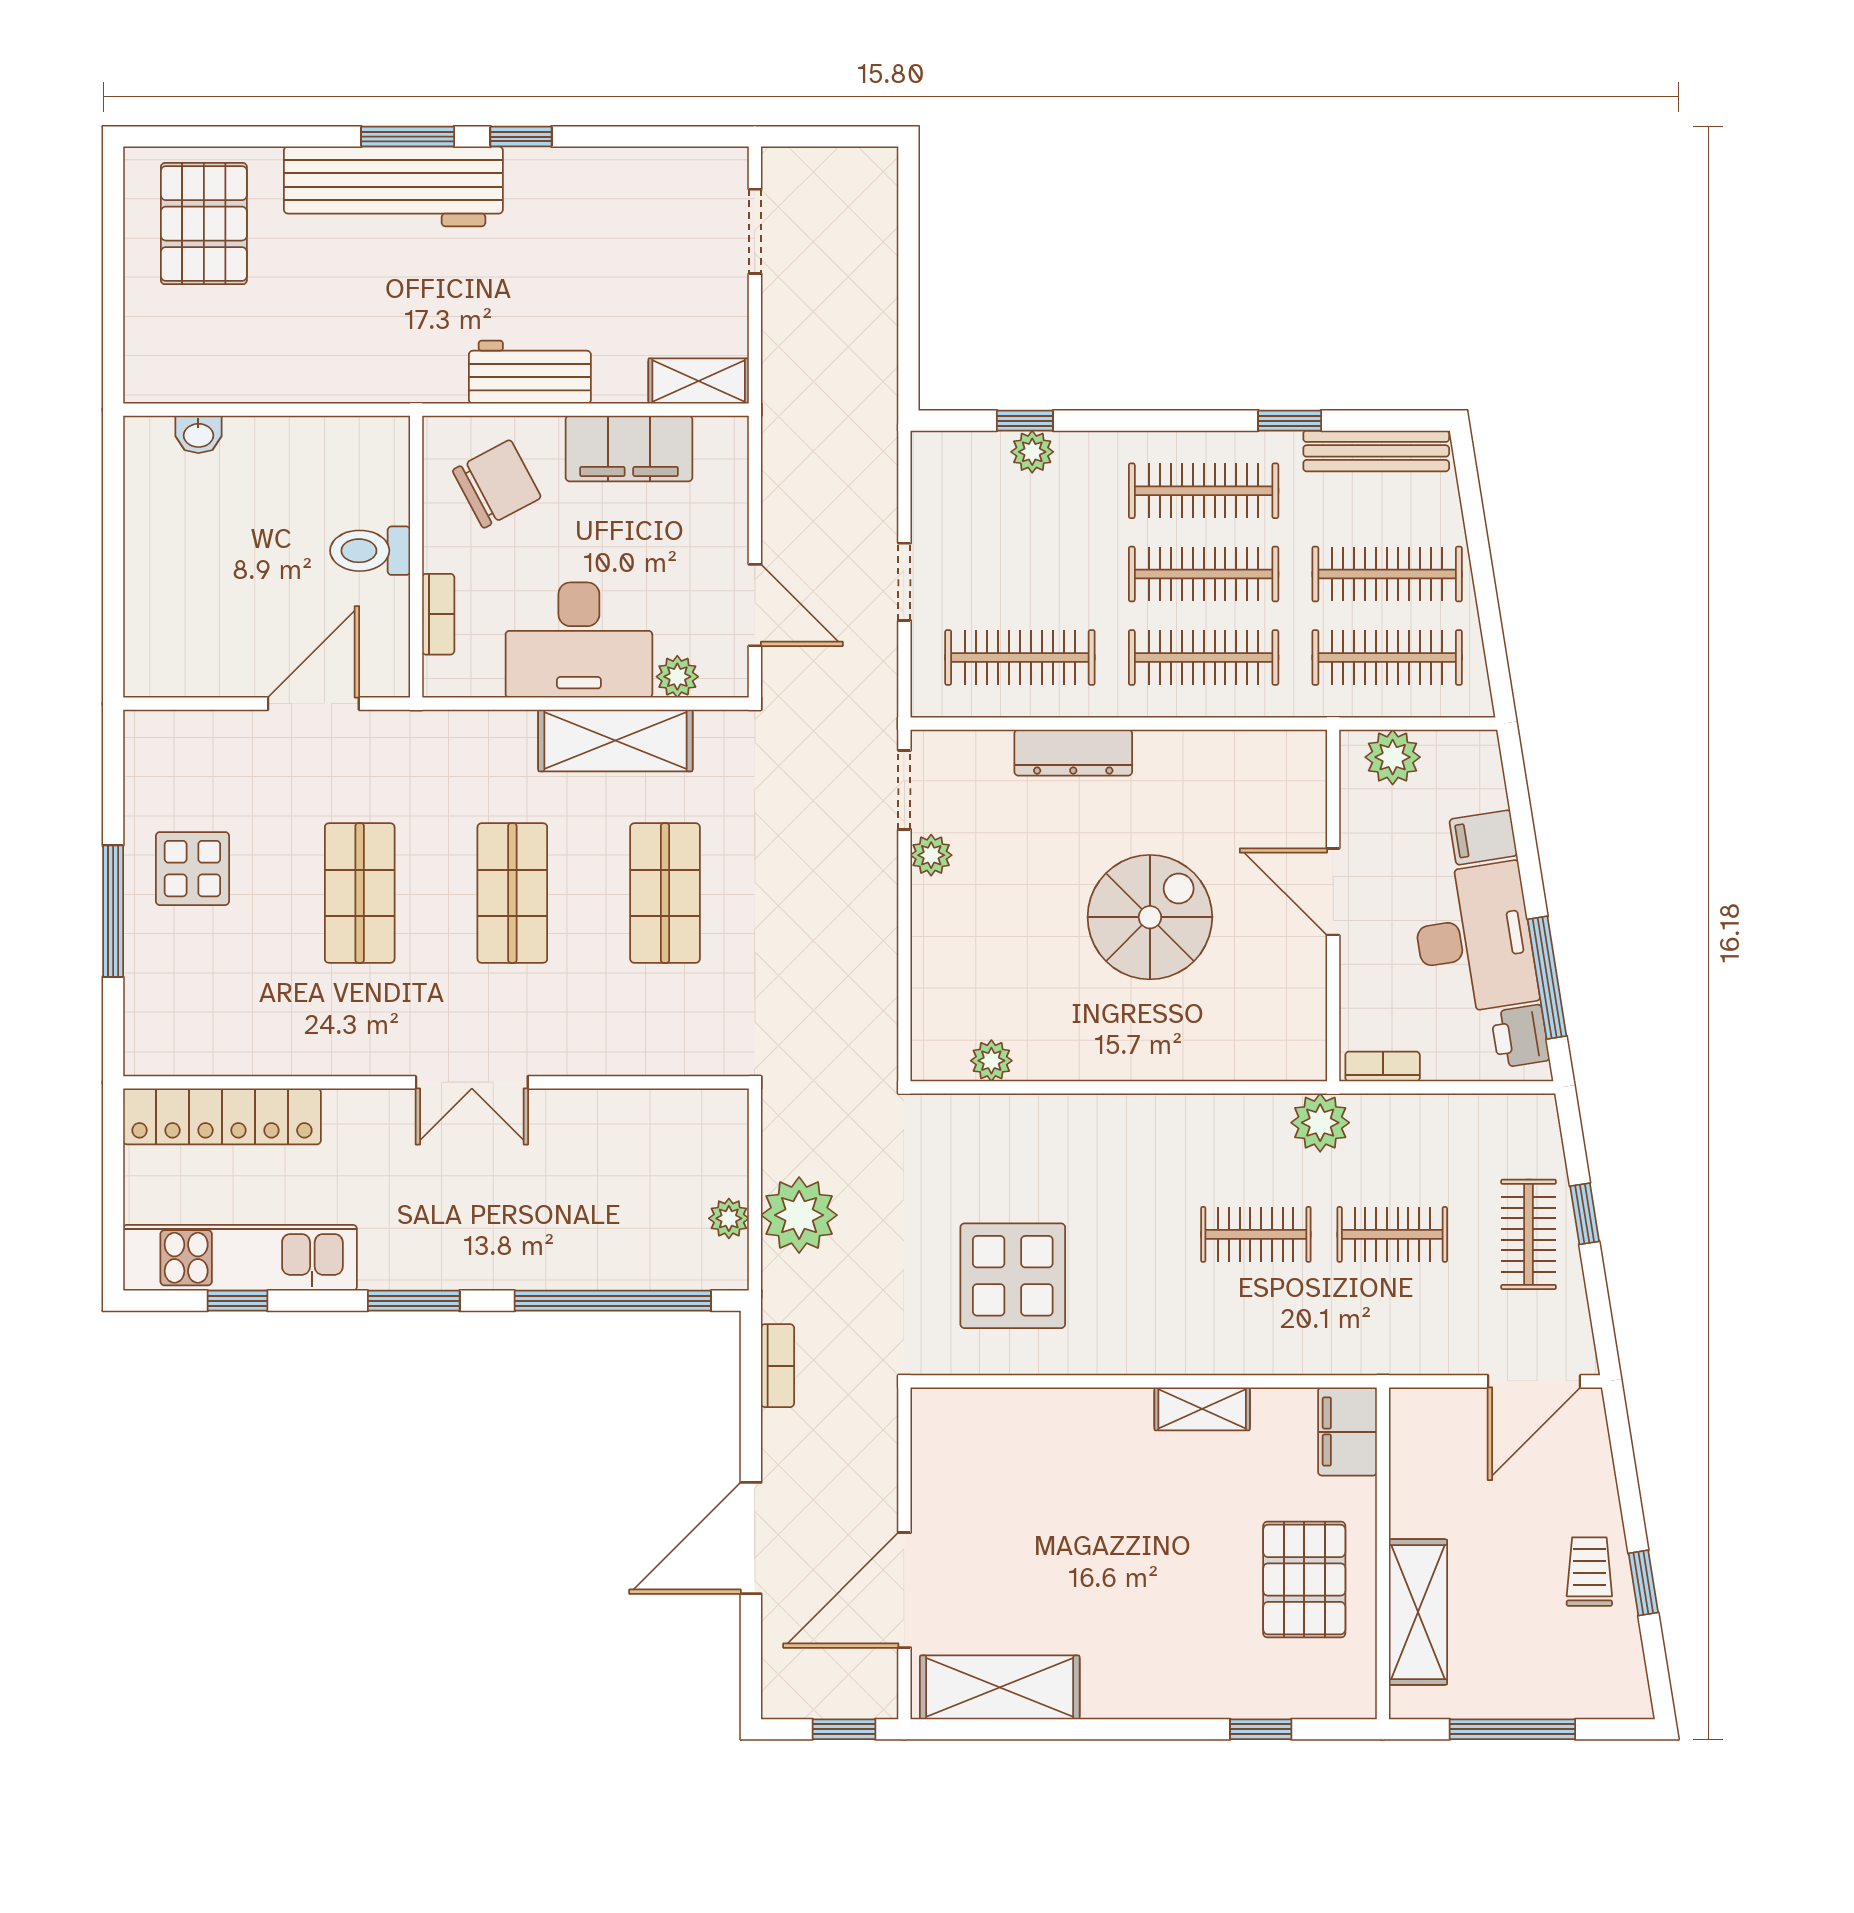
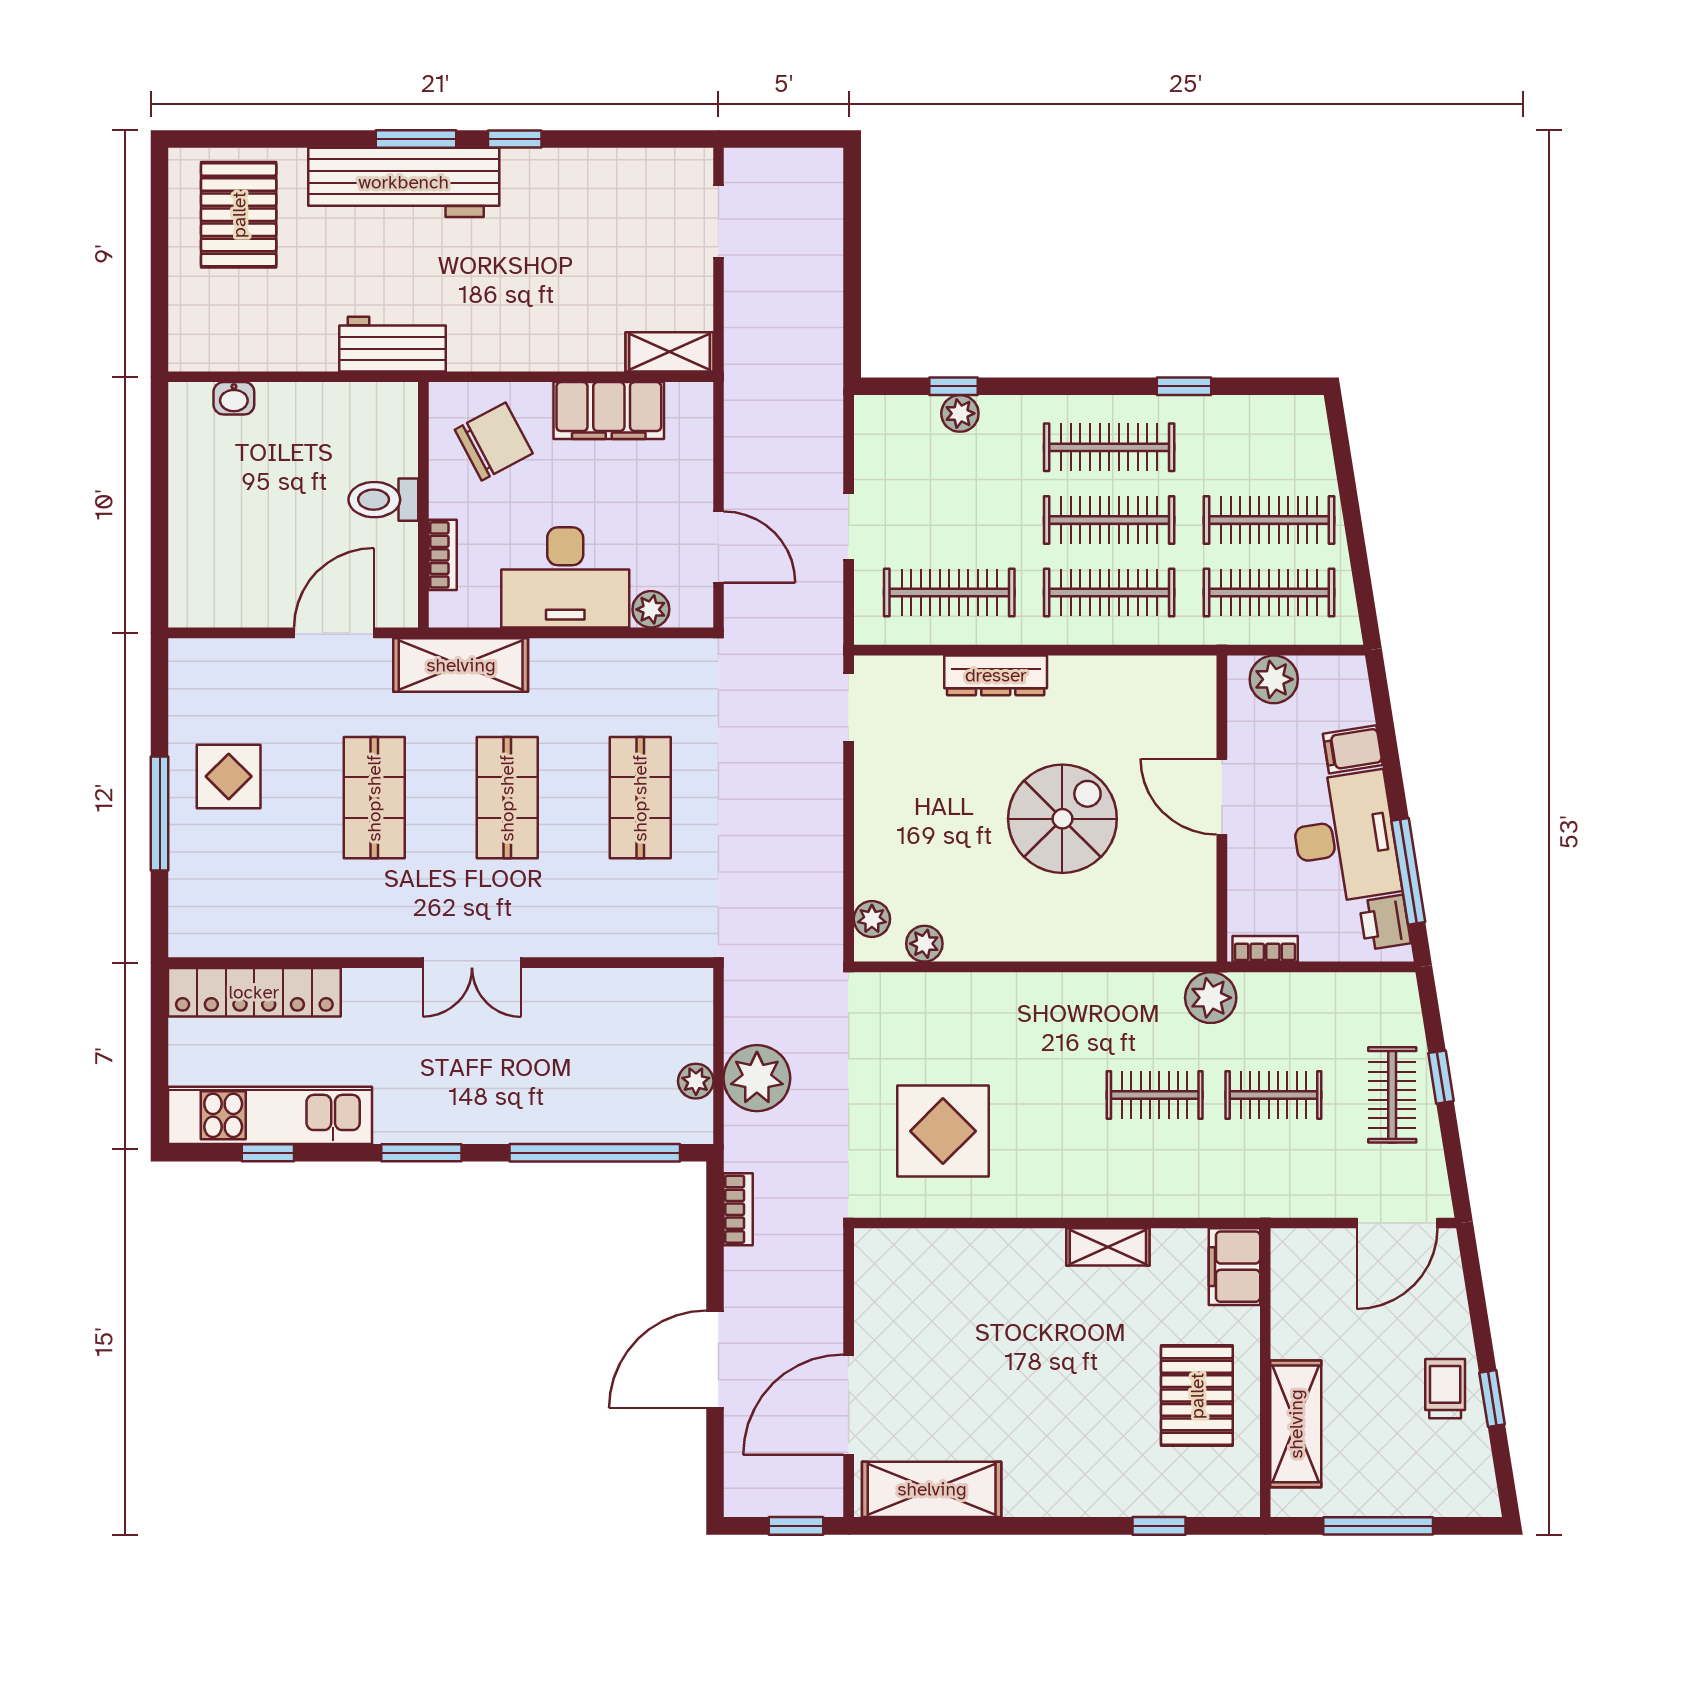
workbench: (530, 372) -> (393, 344), moved
bench: (1376, 451) -> (1259, 413), removed
shelving: (615, 741) -> (461, 665), moved
plant: (931, 855) -> (872, 919), moved

